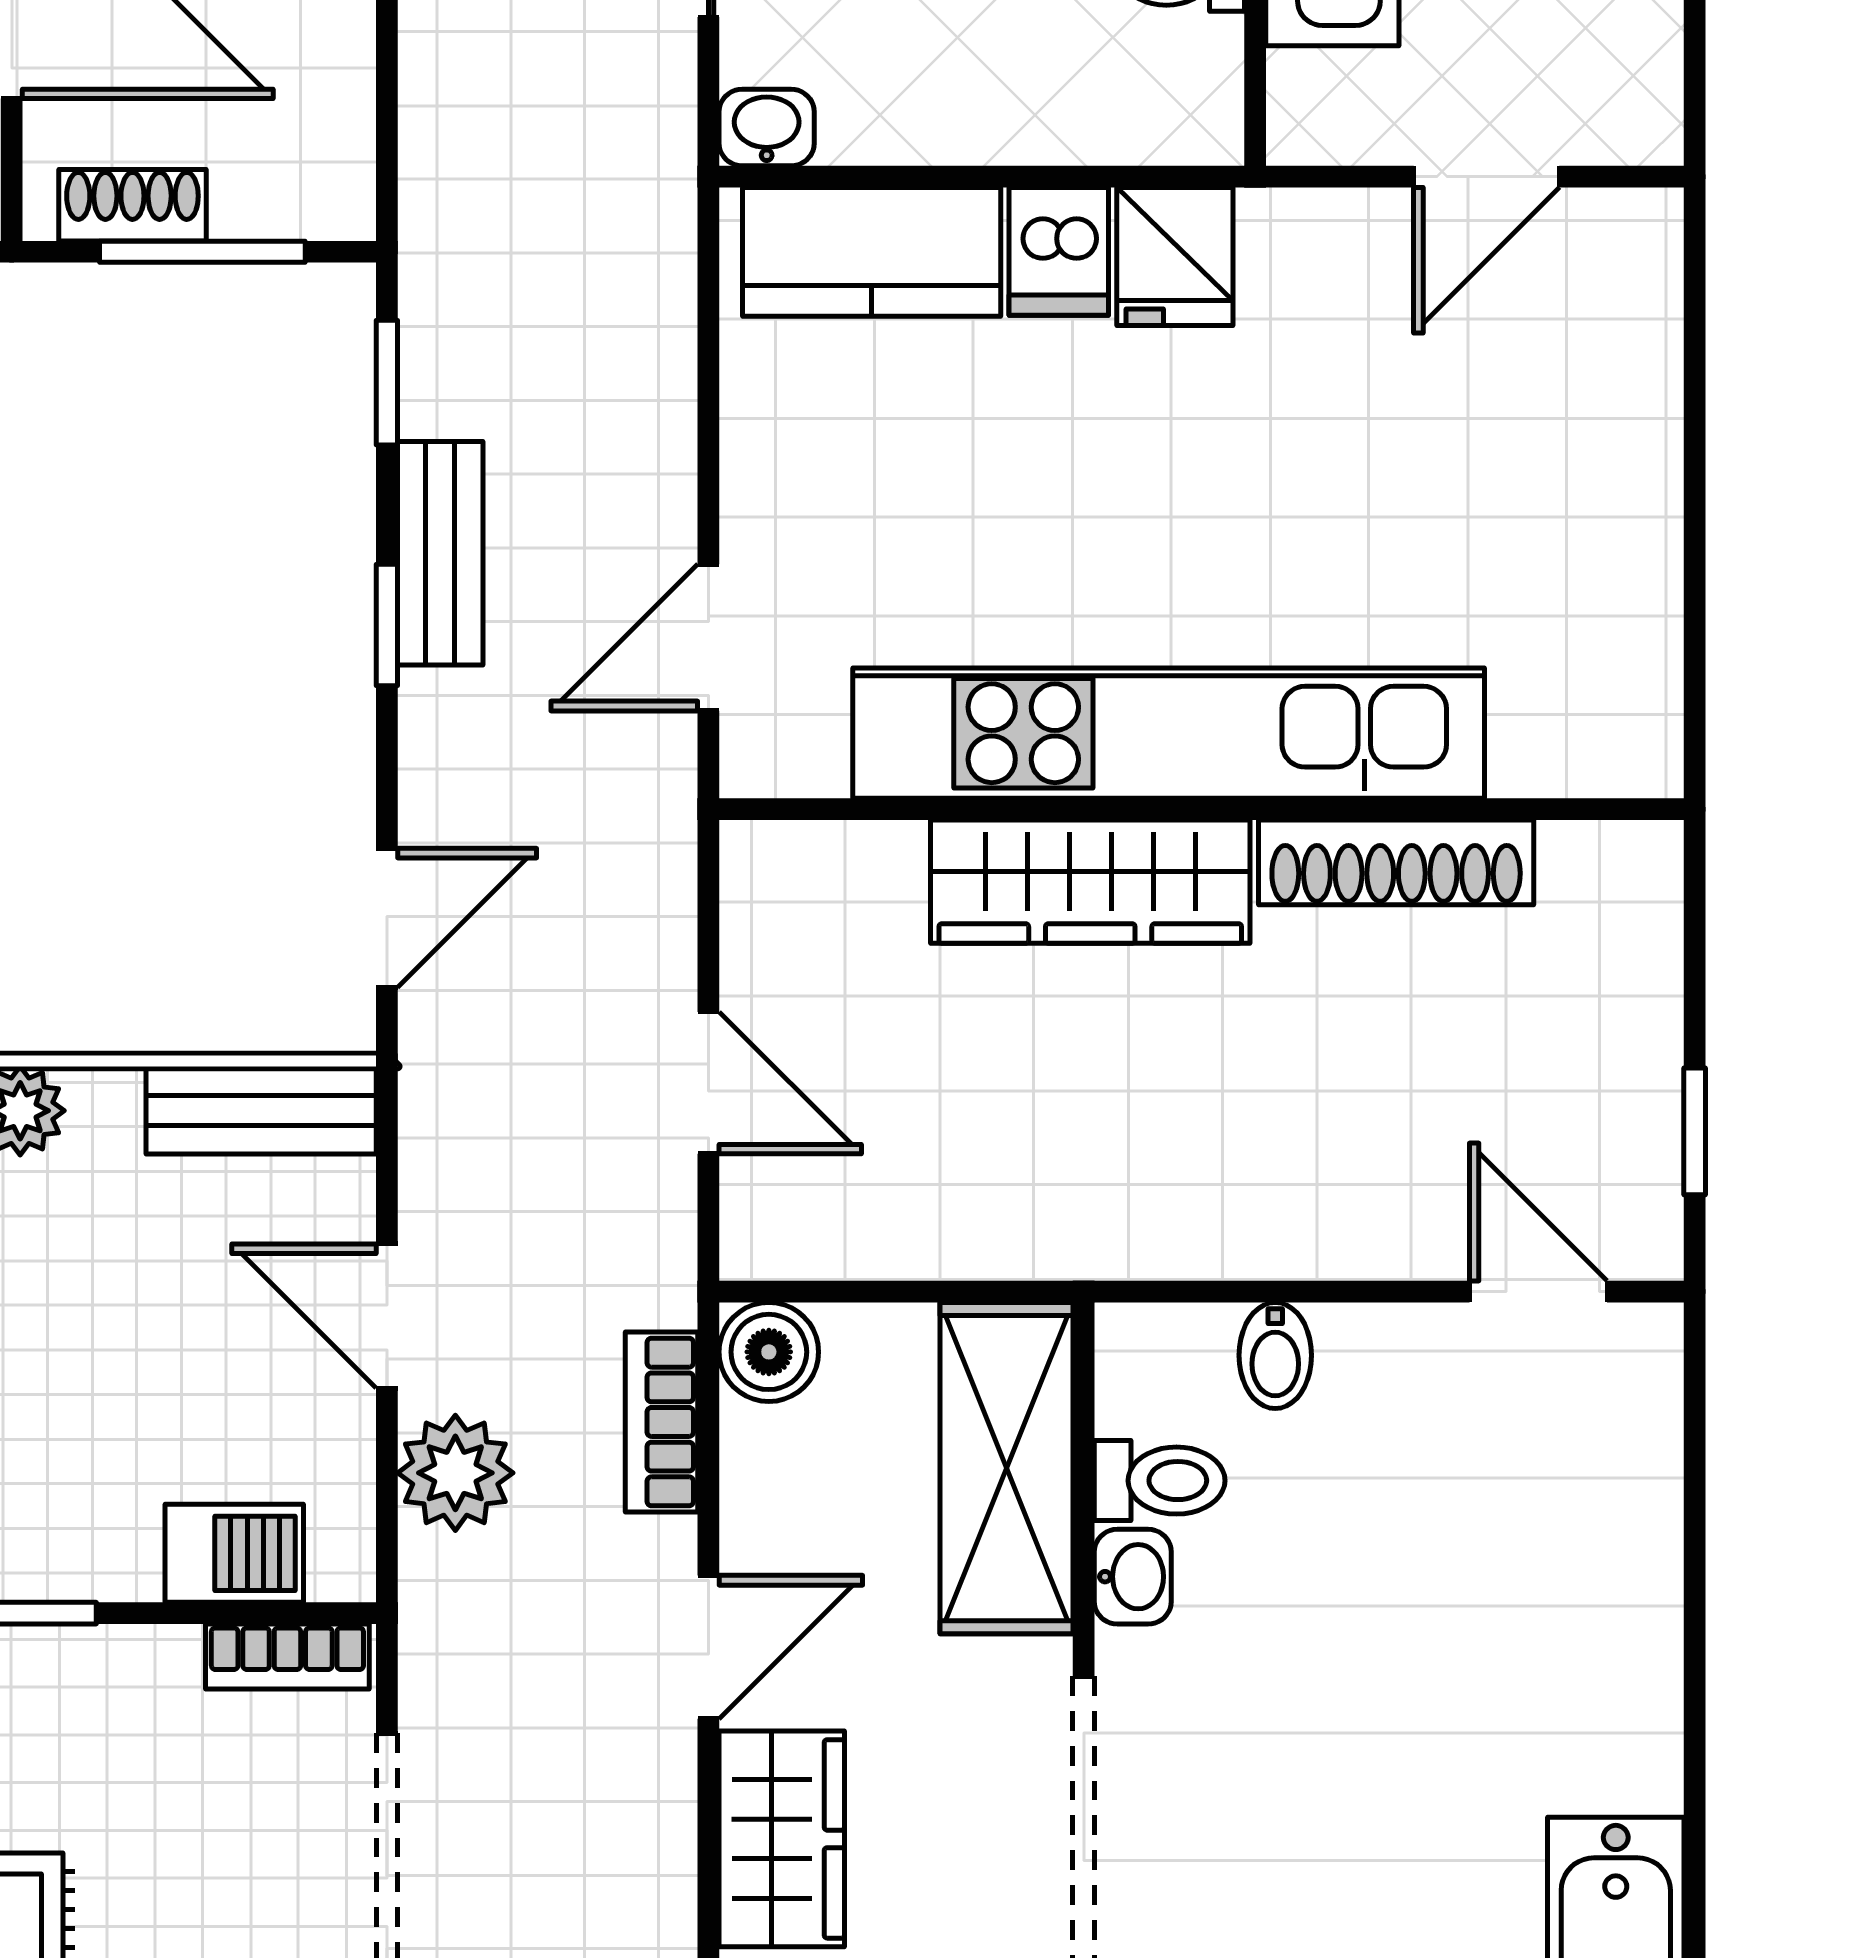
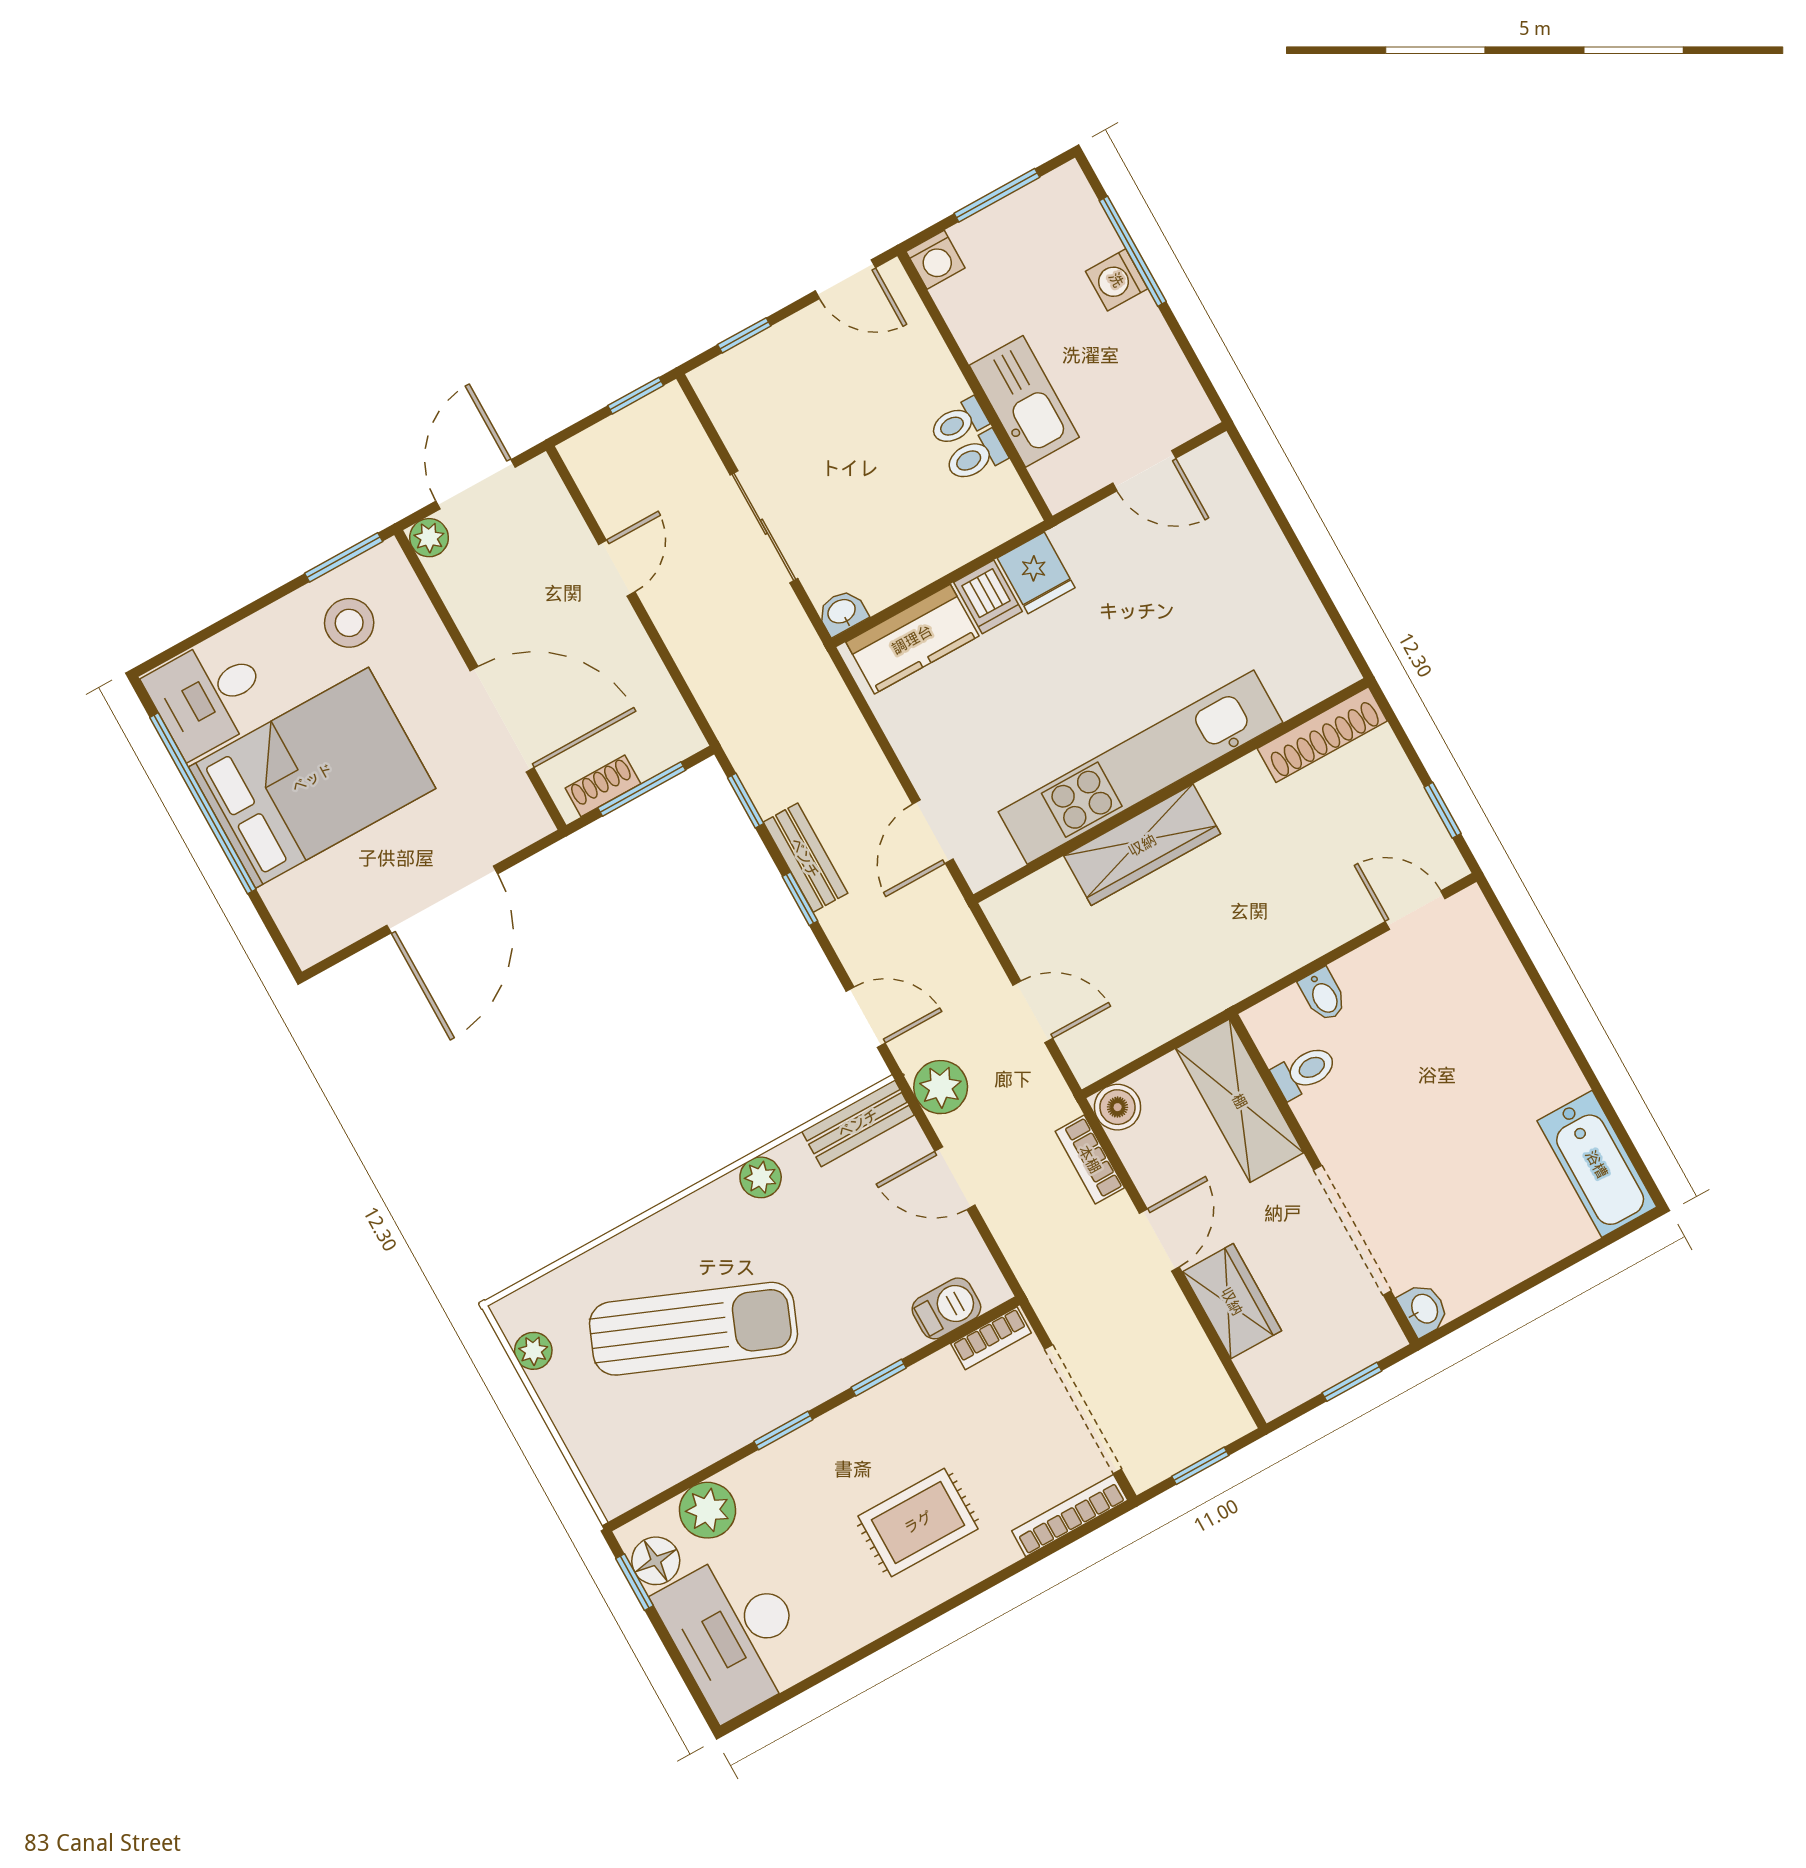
door: (1486, 177) -> (1144, 471), hinge flipped
shoe rack: (1396, 862) -> (1322, 735), moved
door: (387, 918) -> (866, 1017), hinge flipped
plant: (455, 1473) -> (941, 1087), moved
washbasin: (1133, 1577) -> (1315, 1116), removed

